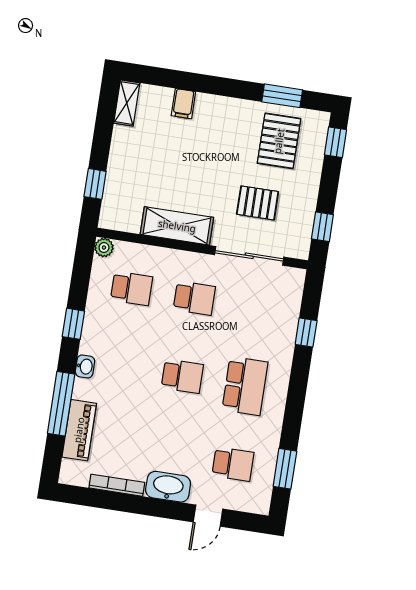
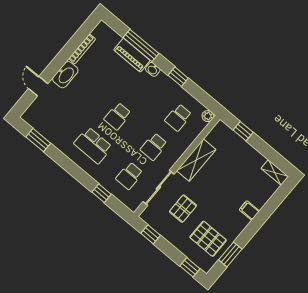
filing cabinet: (183, 104) -> (249, 210), moved
piano: (79, 430) -> (132, 55), moved
school desk: (233, 464) -> (129, 176), moved

